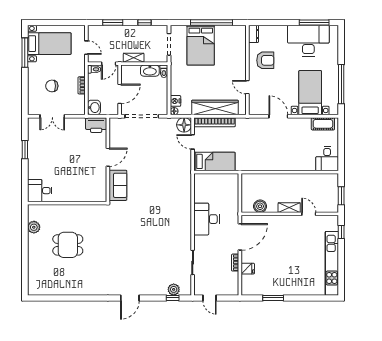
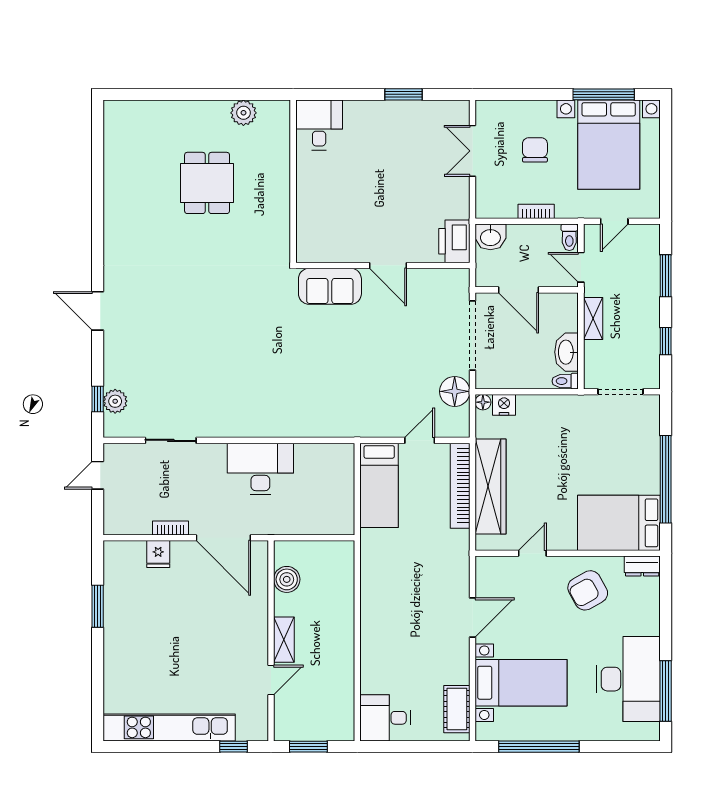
bed with nightstands: (49, 44) -> (609, 145), width x1.36
bed: (201, 45) -> (619, 523), moved
armchair: (265, 60) -> (588, 590), turned 61
floor lamp: (184, 125) -> (455, 391), moved

